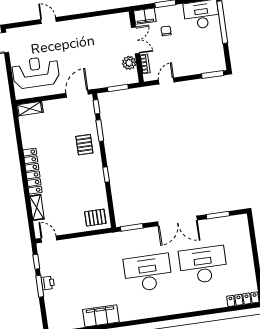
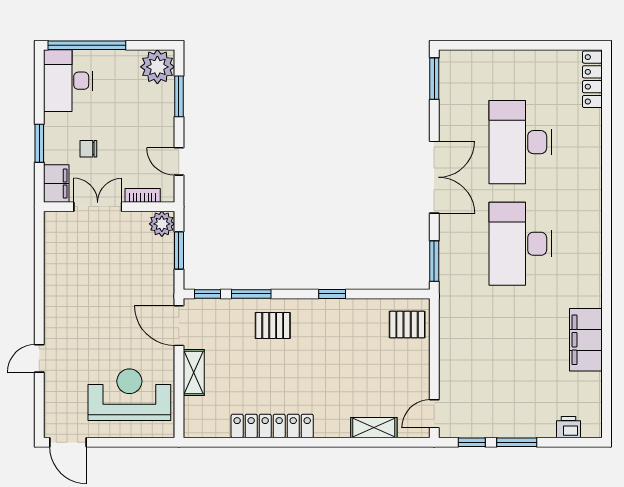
plant: (216, 62) -> (157, 67), added
plant: (129, 63) -> (162, 224), moved
reception desk: (36, 72) -> (129, 395), turned 90
window: (213, 74) -> (179, 96), moved
shelving: (30, 109) -> (194, 373), moved
locker: (32, 171) -> (272, 426), moved
window: (218, 215) -> (434, 79), moved
pallet: (95, 218) -> (407, 325), turned 90
printer: (48, 283) -> (568, 427), moved

